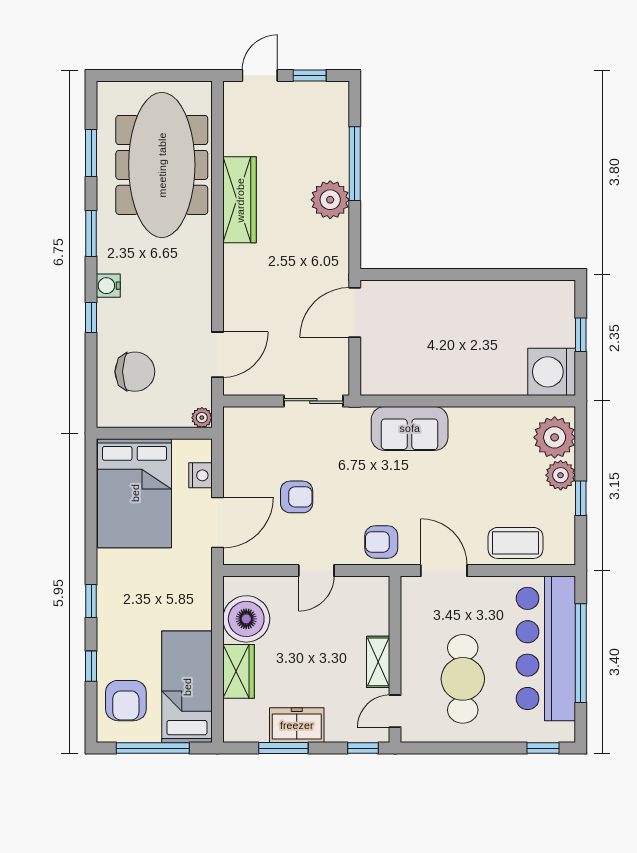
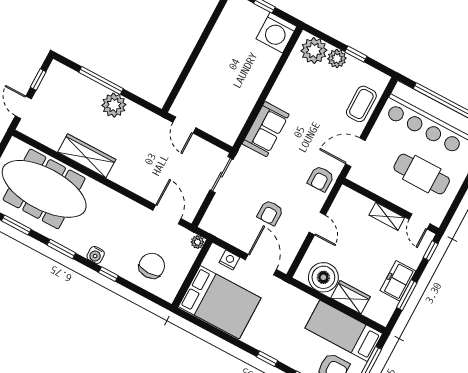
door: (355, 312) -> (184, 125), width x0.73
armchair: (297, 497) -> (270, 213), turned 180

